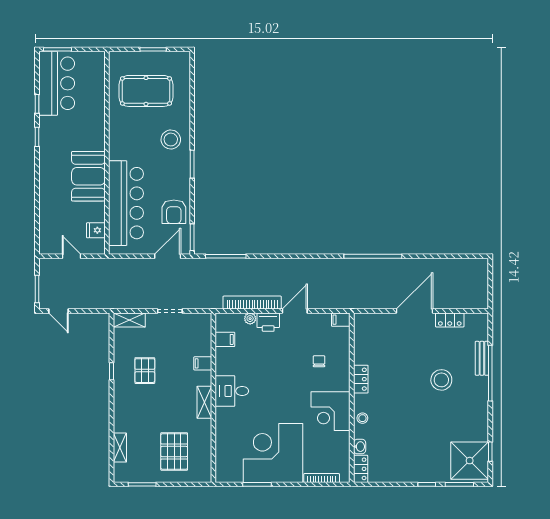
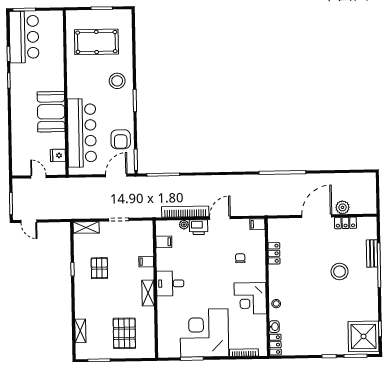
plant: (446, 301) -> (343, 207), added
locker: (361, 379) -> (274, 253), moved

